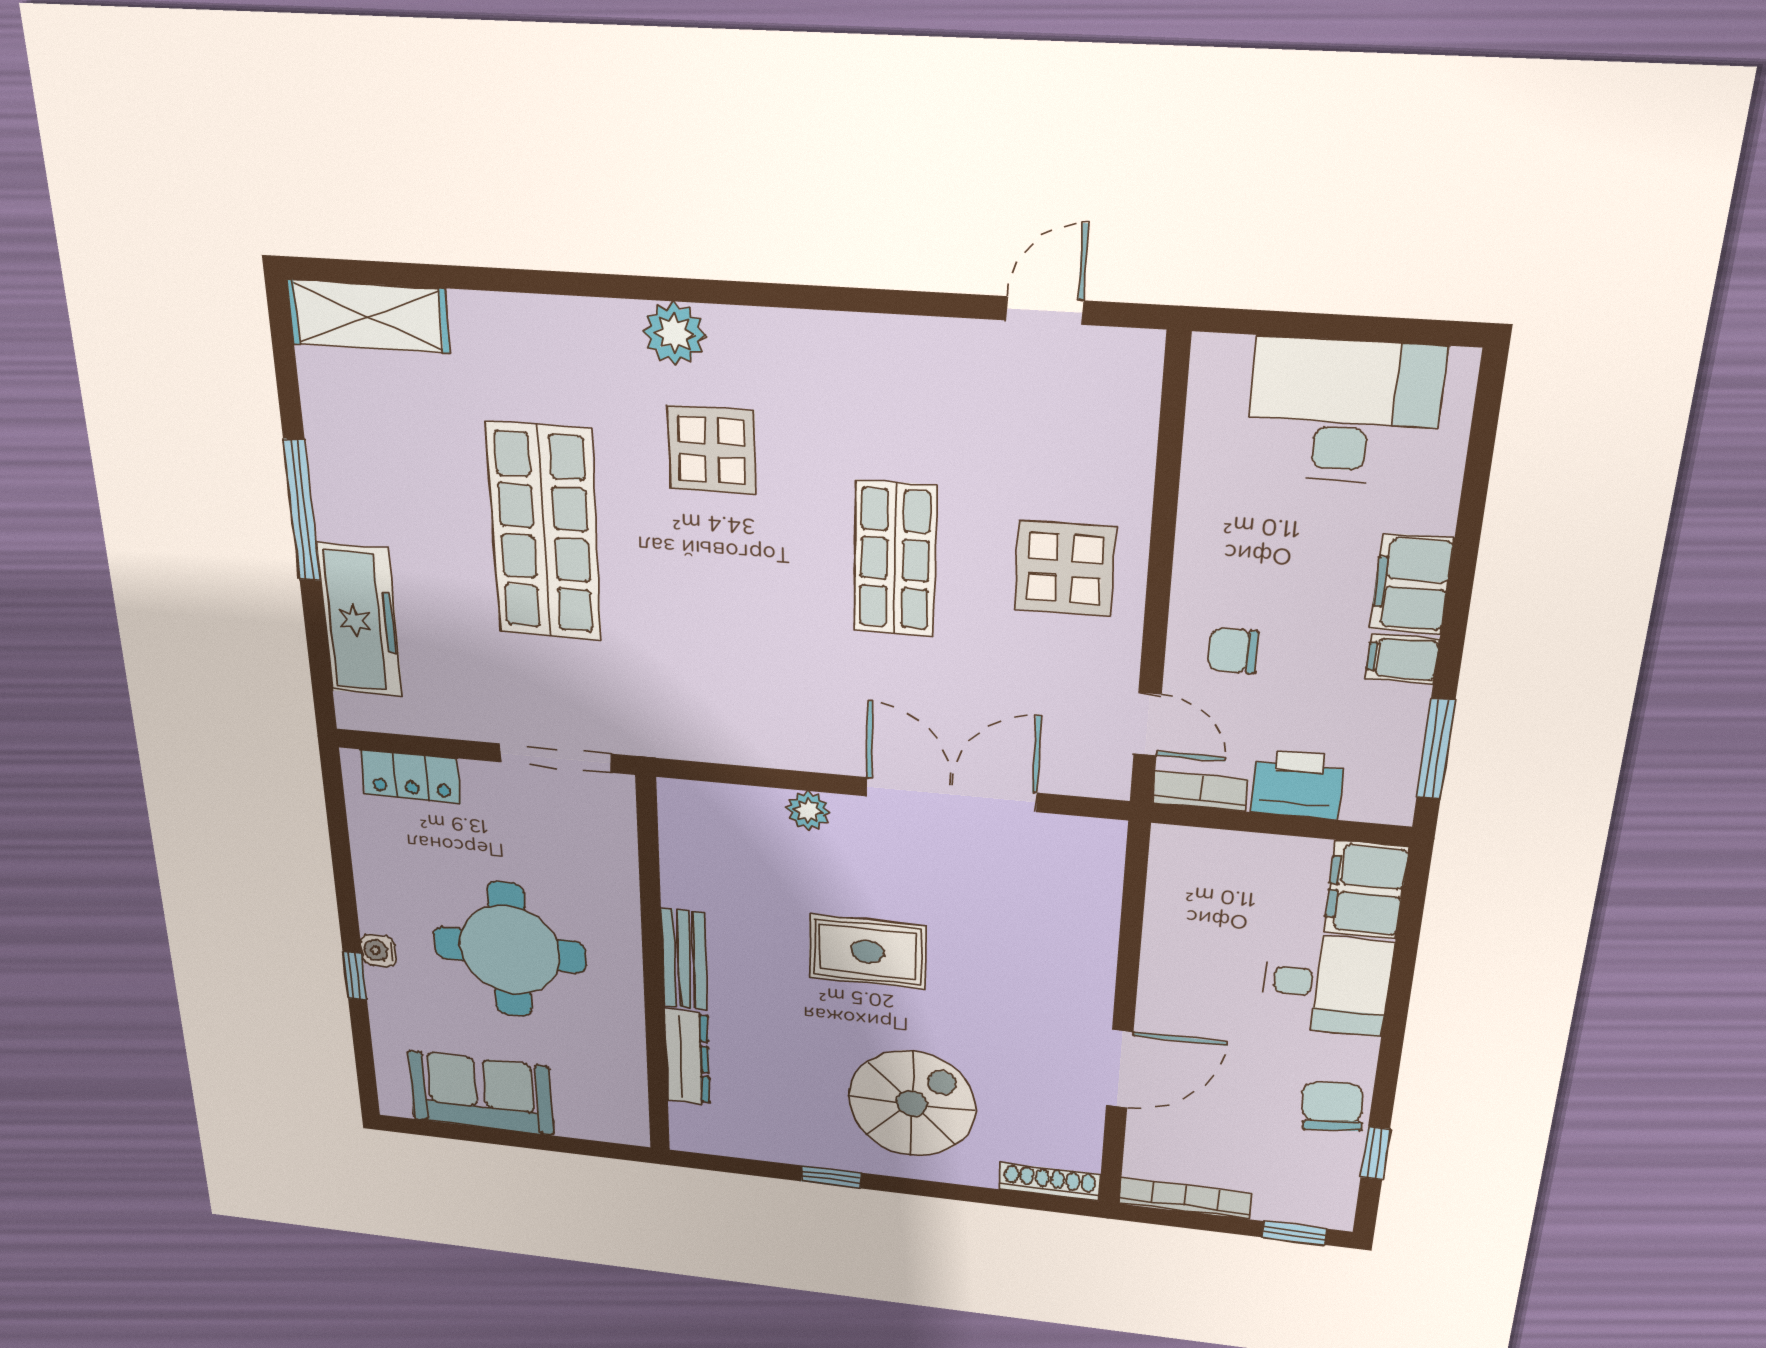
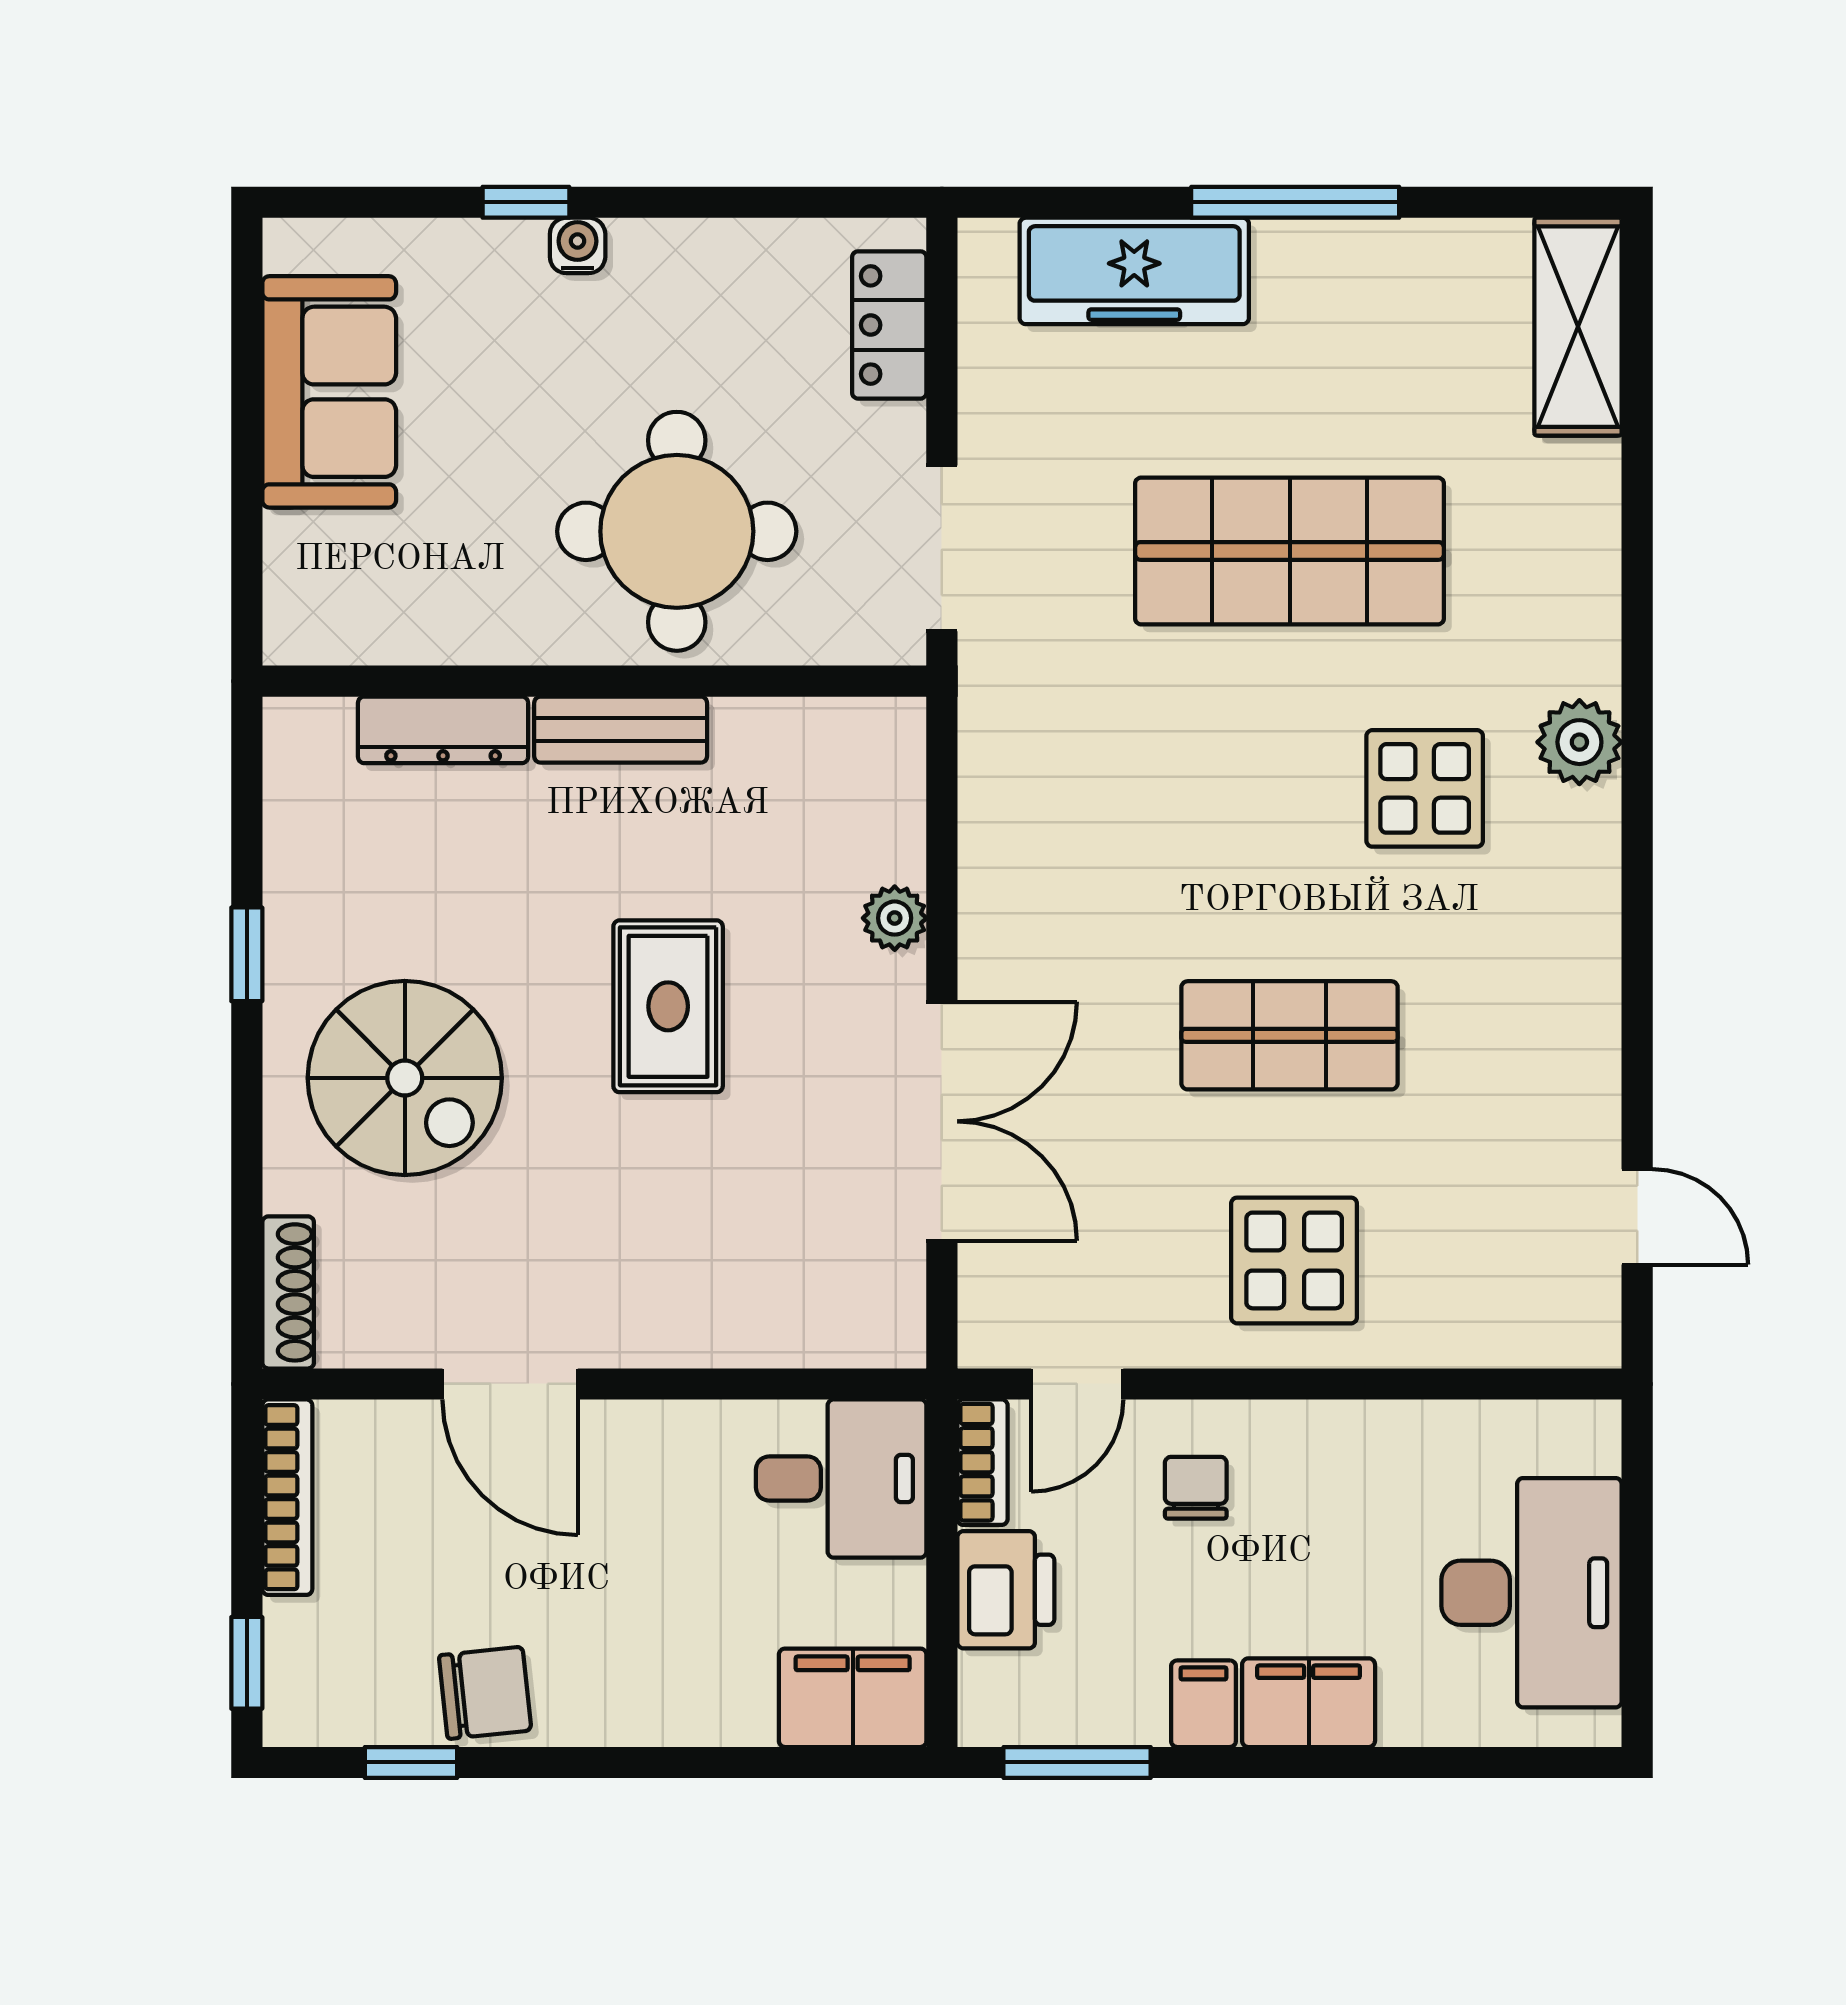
round table: (510, 950) -> (677, 531), moved
desk: (1326, 984) -> (841, 1479), moved, turned -90

